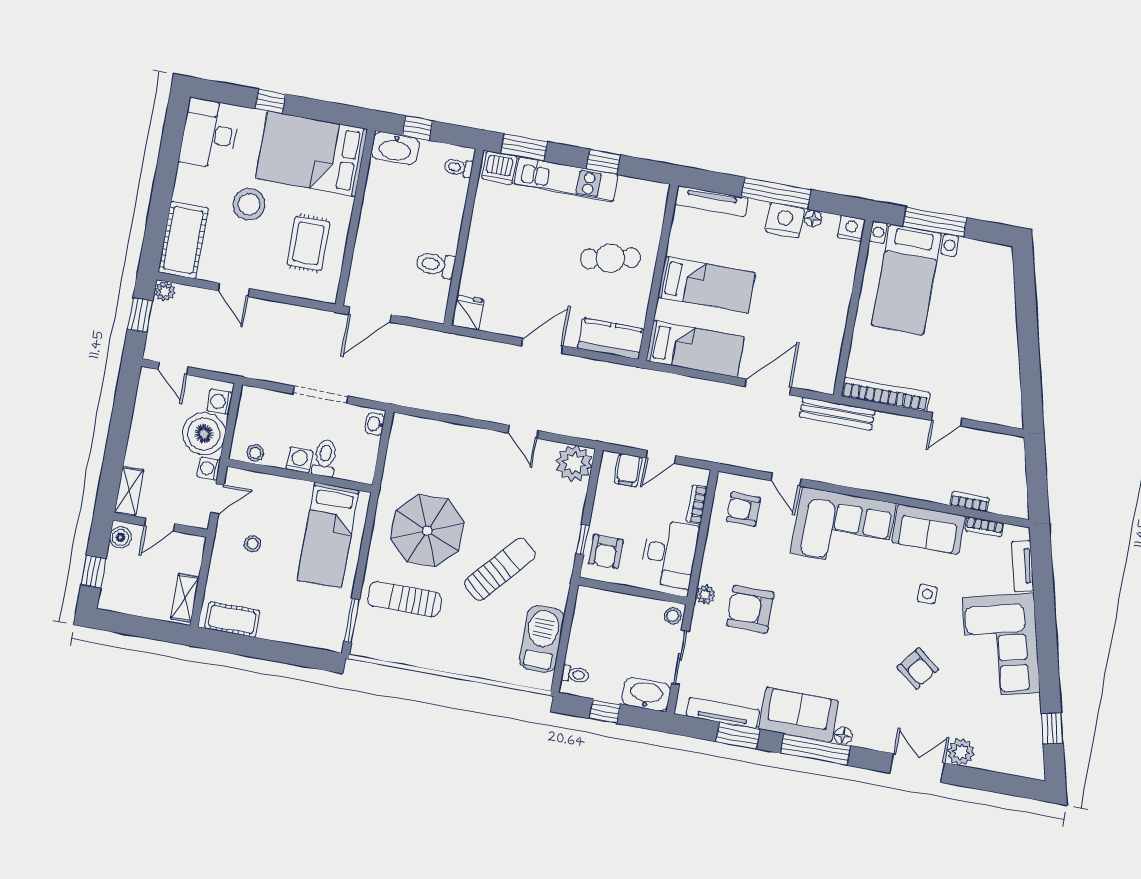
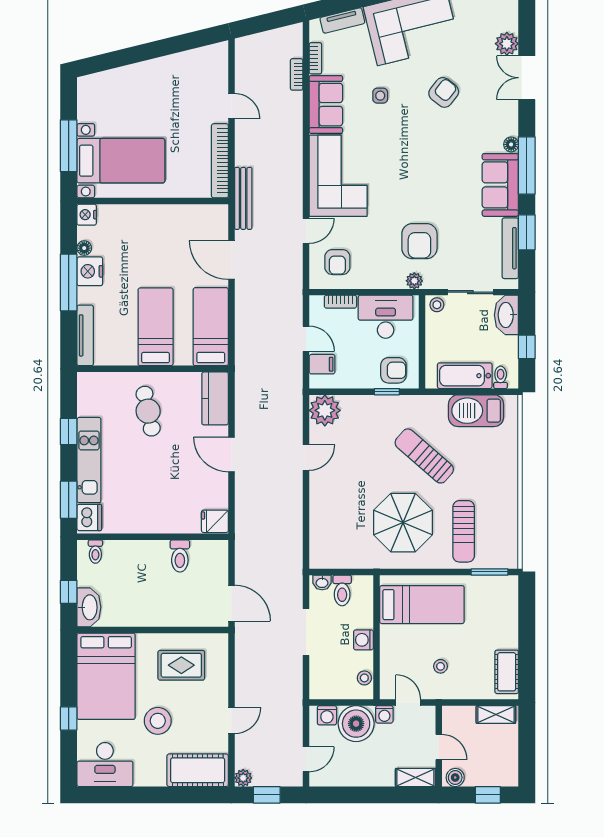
toilet: (325, 458) -> (342, 590), moved, turned -90
bathtub: (585, 633) -> (465, 376), added

